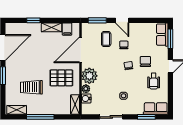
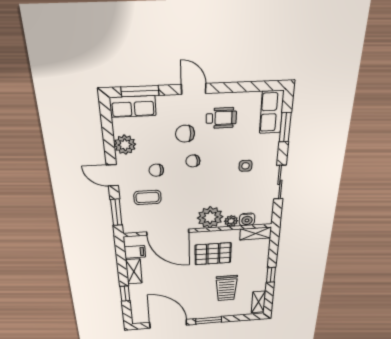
door: (122, 20) -> (112, 175), swing flipped
plant: (141, 29) -> (125, 145), added
pallet: (61, 78) -> (213, 254), turned 90
window: (40, 117) -> (271, 275), width x0.46

